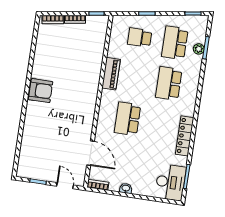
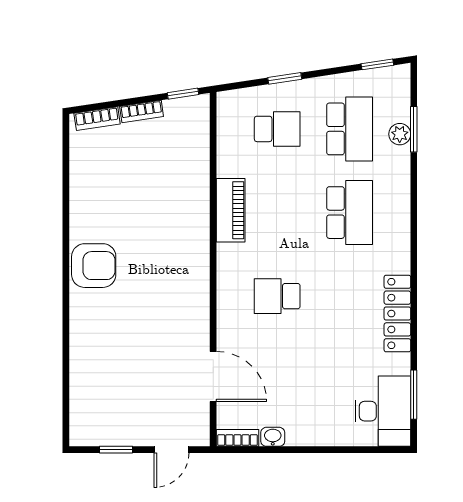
school desk: (140, 38) -> (277, 129), turned 180
school desk: (175, 43) -> (350, 129), turned 180
school desk: (169, 83) -> (350, 213), turned 180
school desk: (127, 119) -> (277, 296), width x0.54
door: (65, 186) -> (171, 450), swing flipped
washbasin: (126, 188) -> (273, 437), moved

